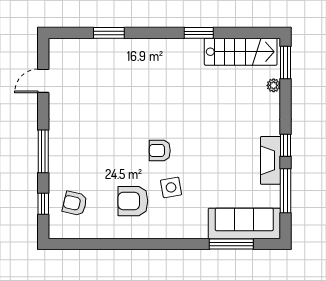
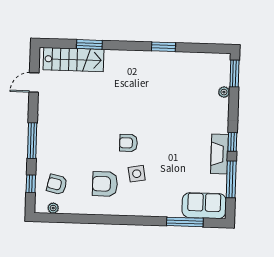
stairs: (241, 52) -> (74, 60), moved
sofa: (244, 223) -> (204, 206), width x0.73
plant: (71, 232) -> (53, 208), added

